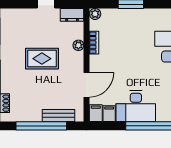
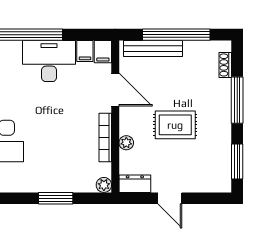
bookcase: (94, 43) -> (105, 138), width x1.56
door: (87, 85) -> (115, 90), swing flipped
bench: (58, 115) -> (153, 48), width x1.36

